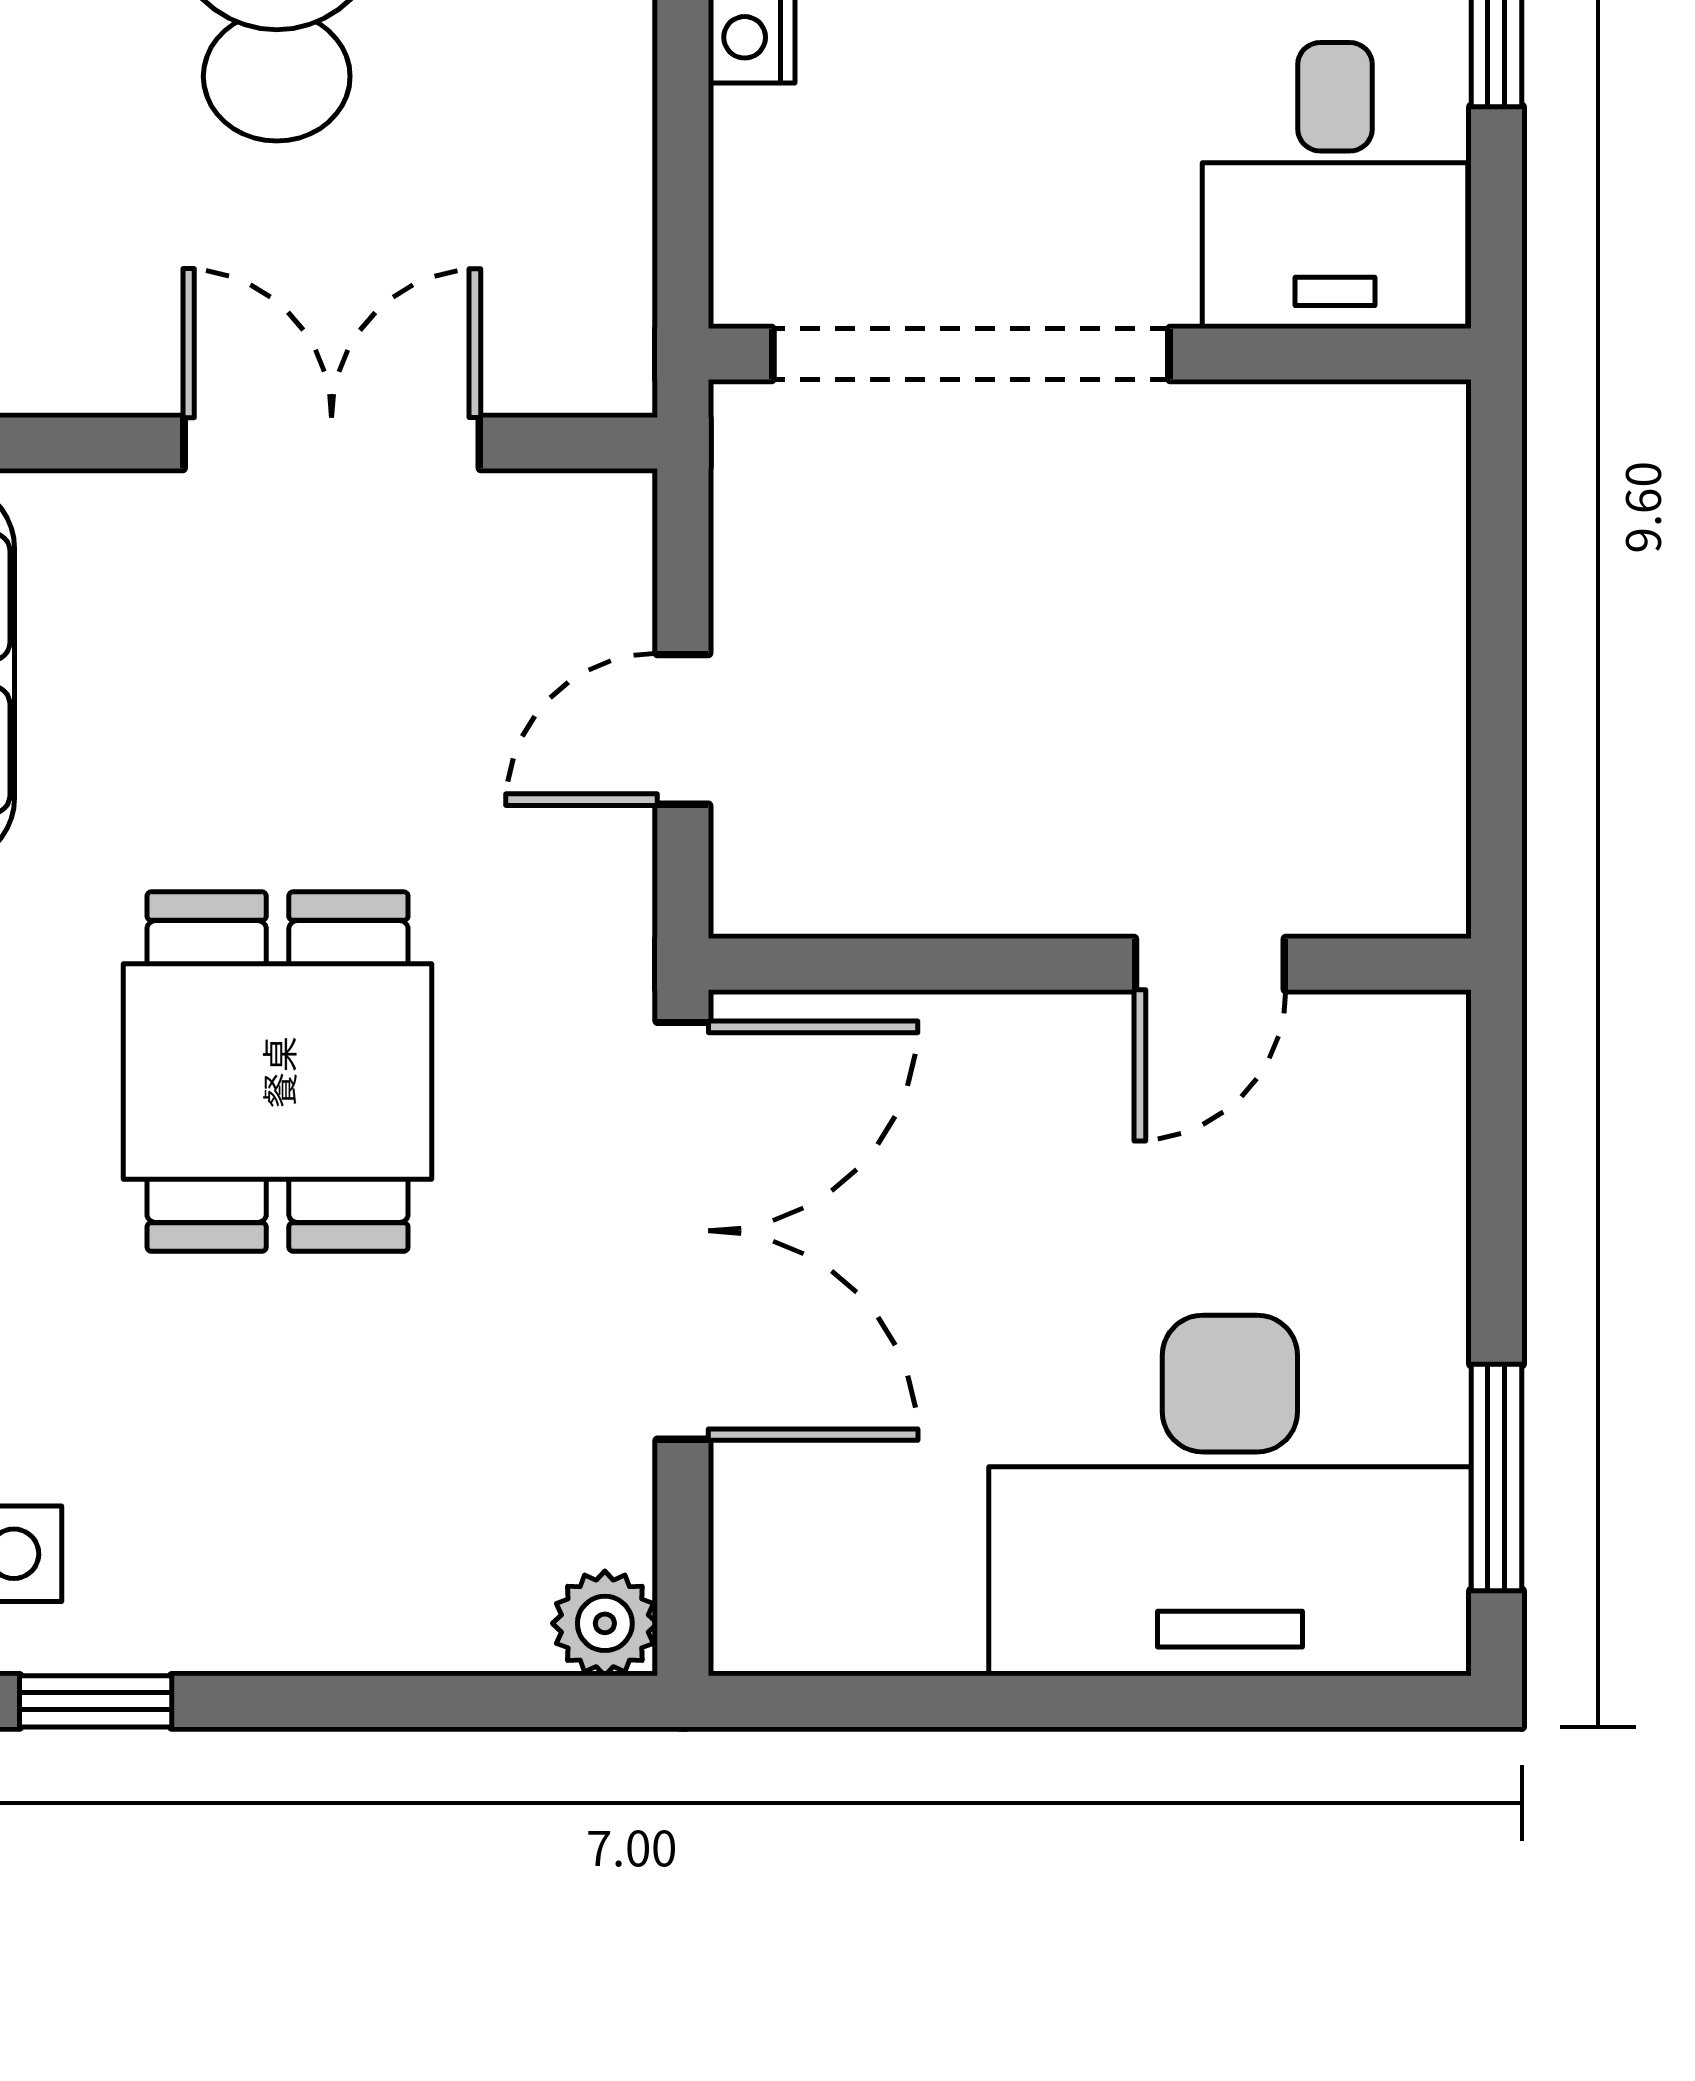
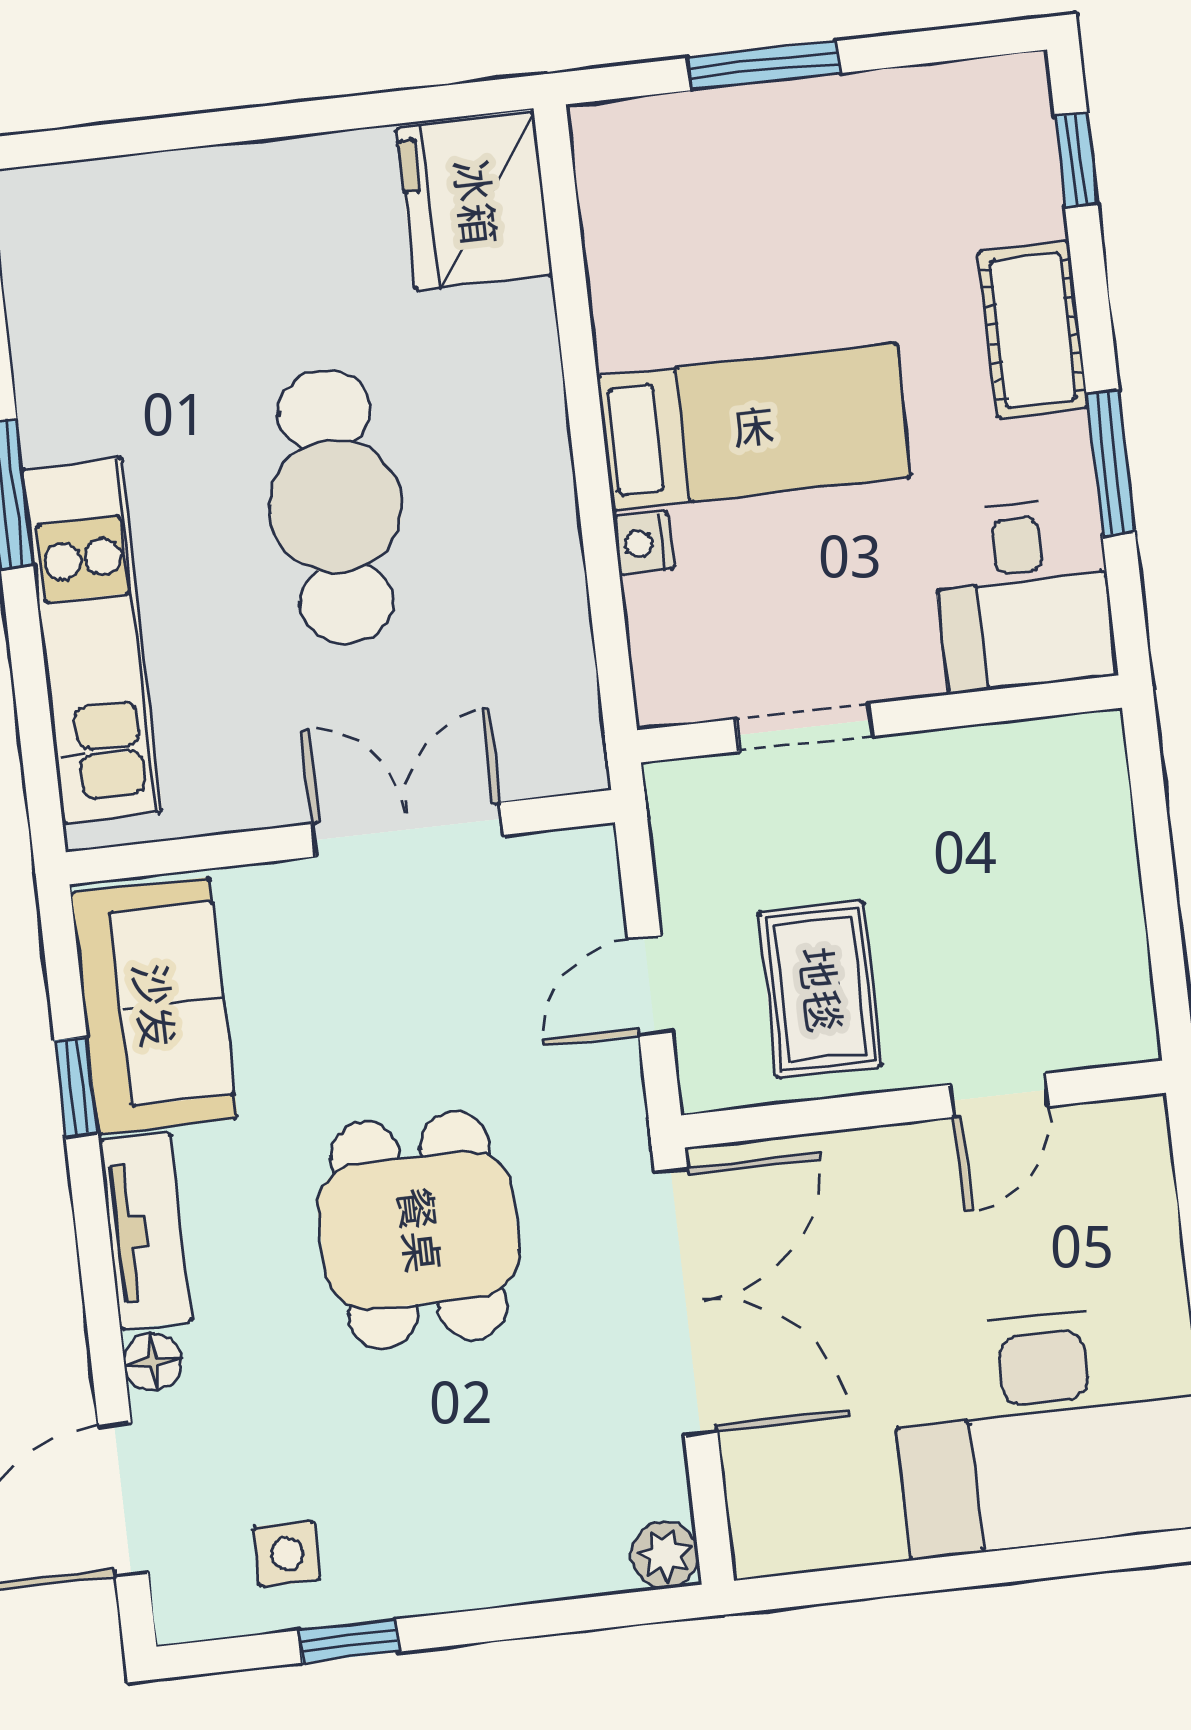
doorway: (971, 354) -> (805, 727), width x0.53
rug: (949, 767) -> (820, 990), added

